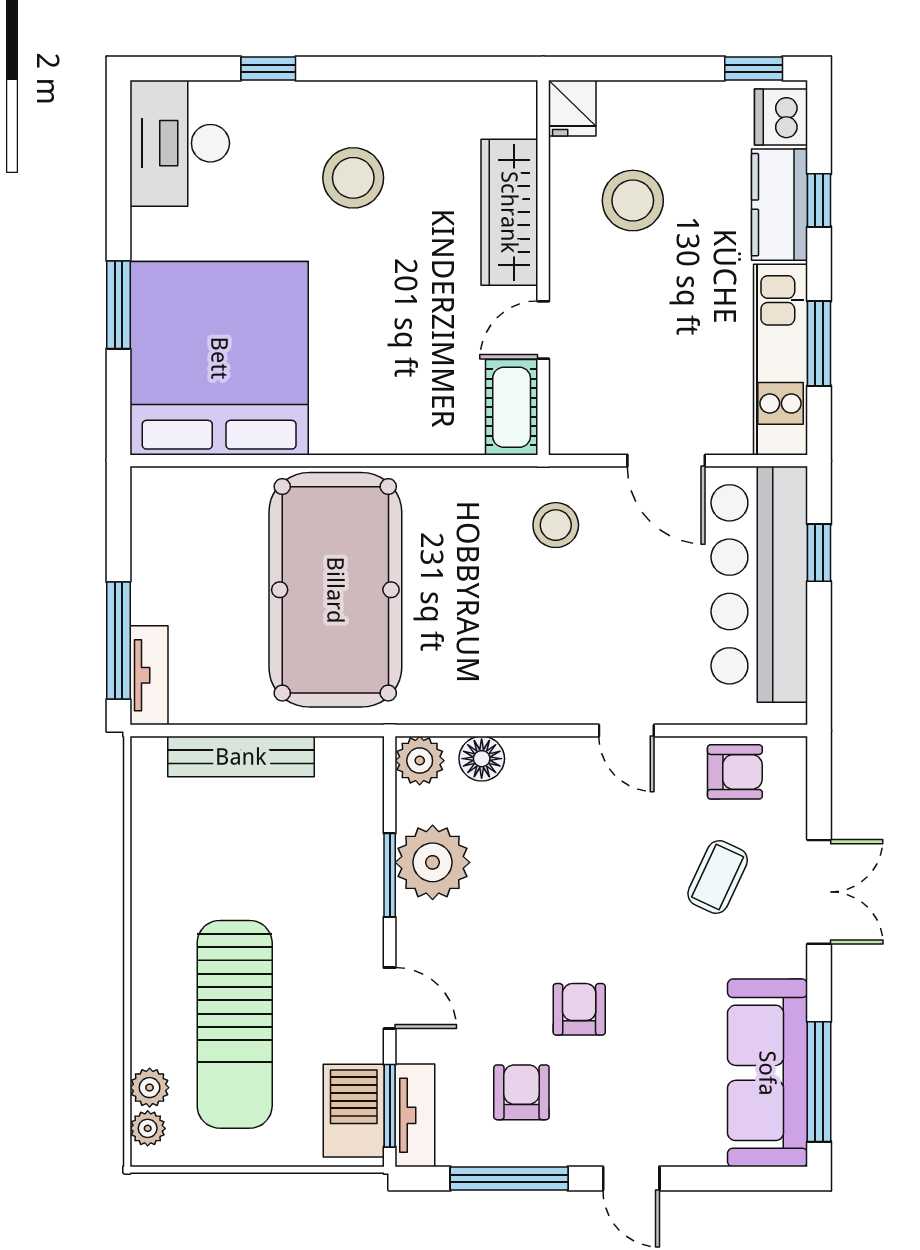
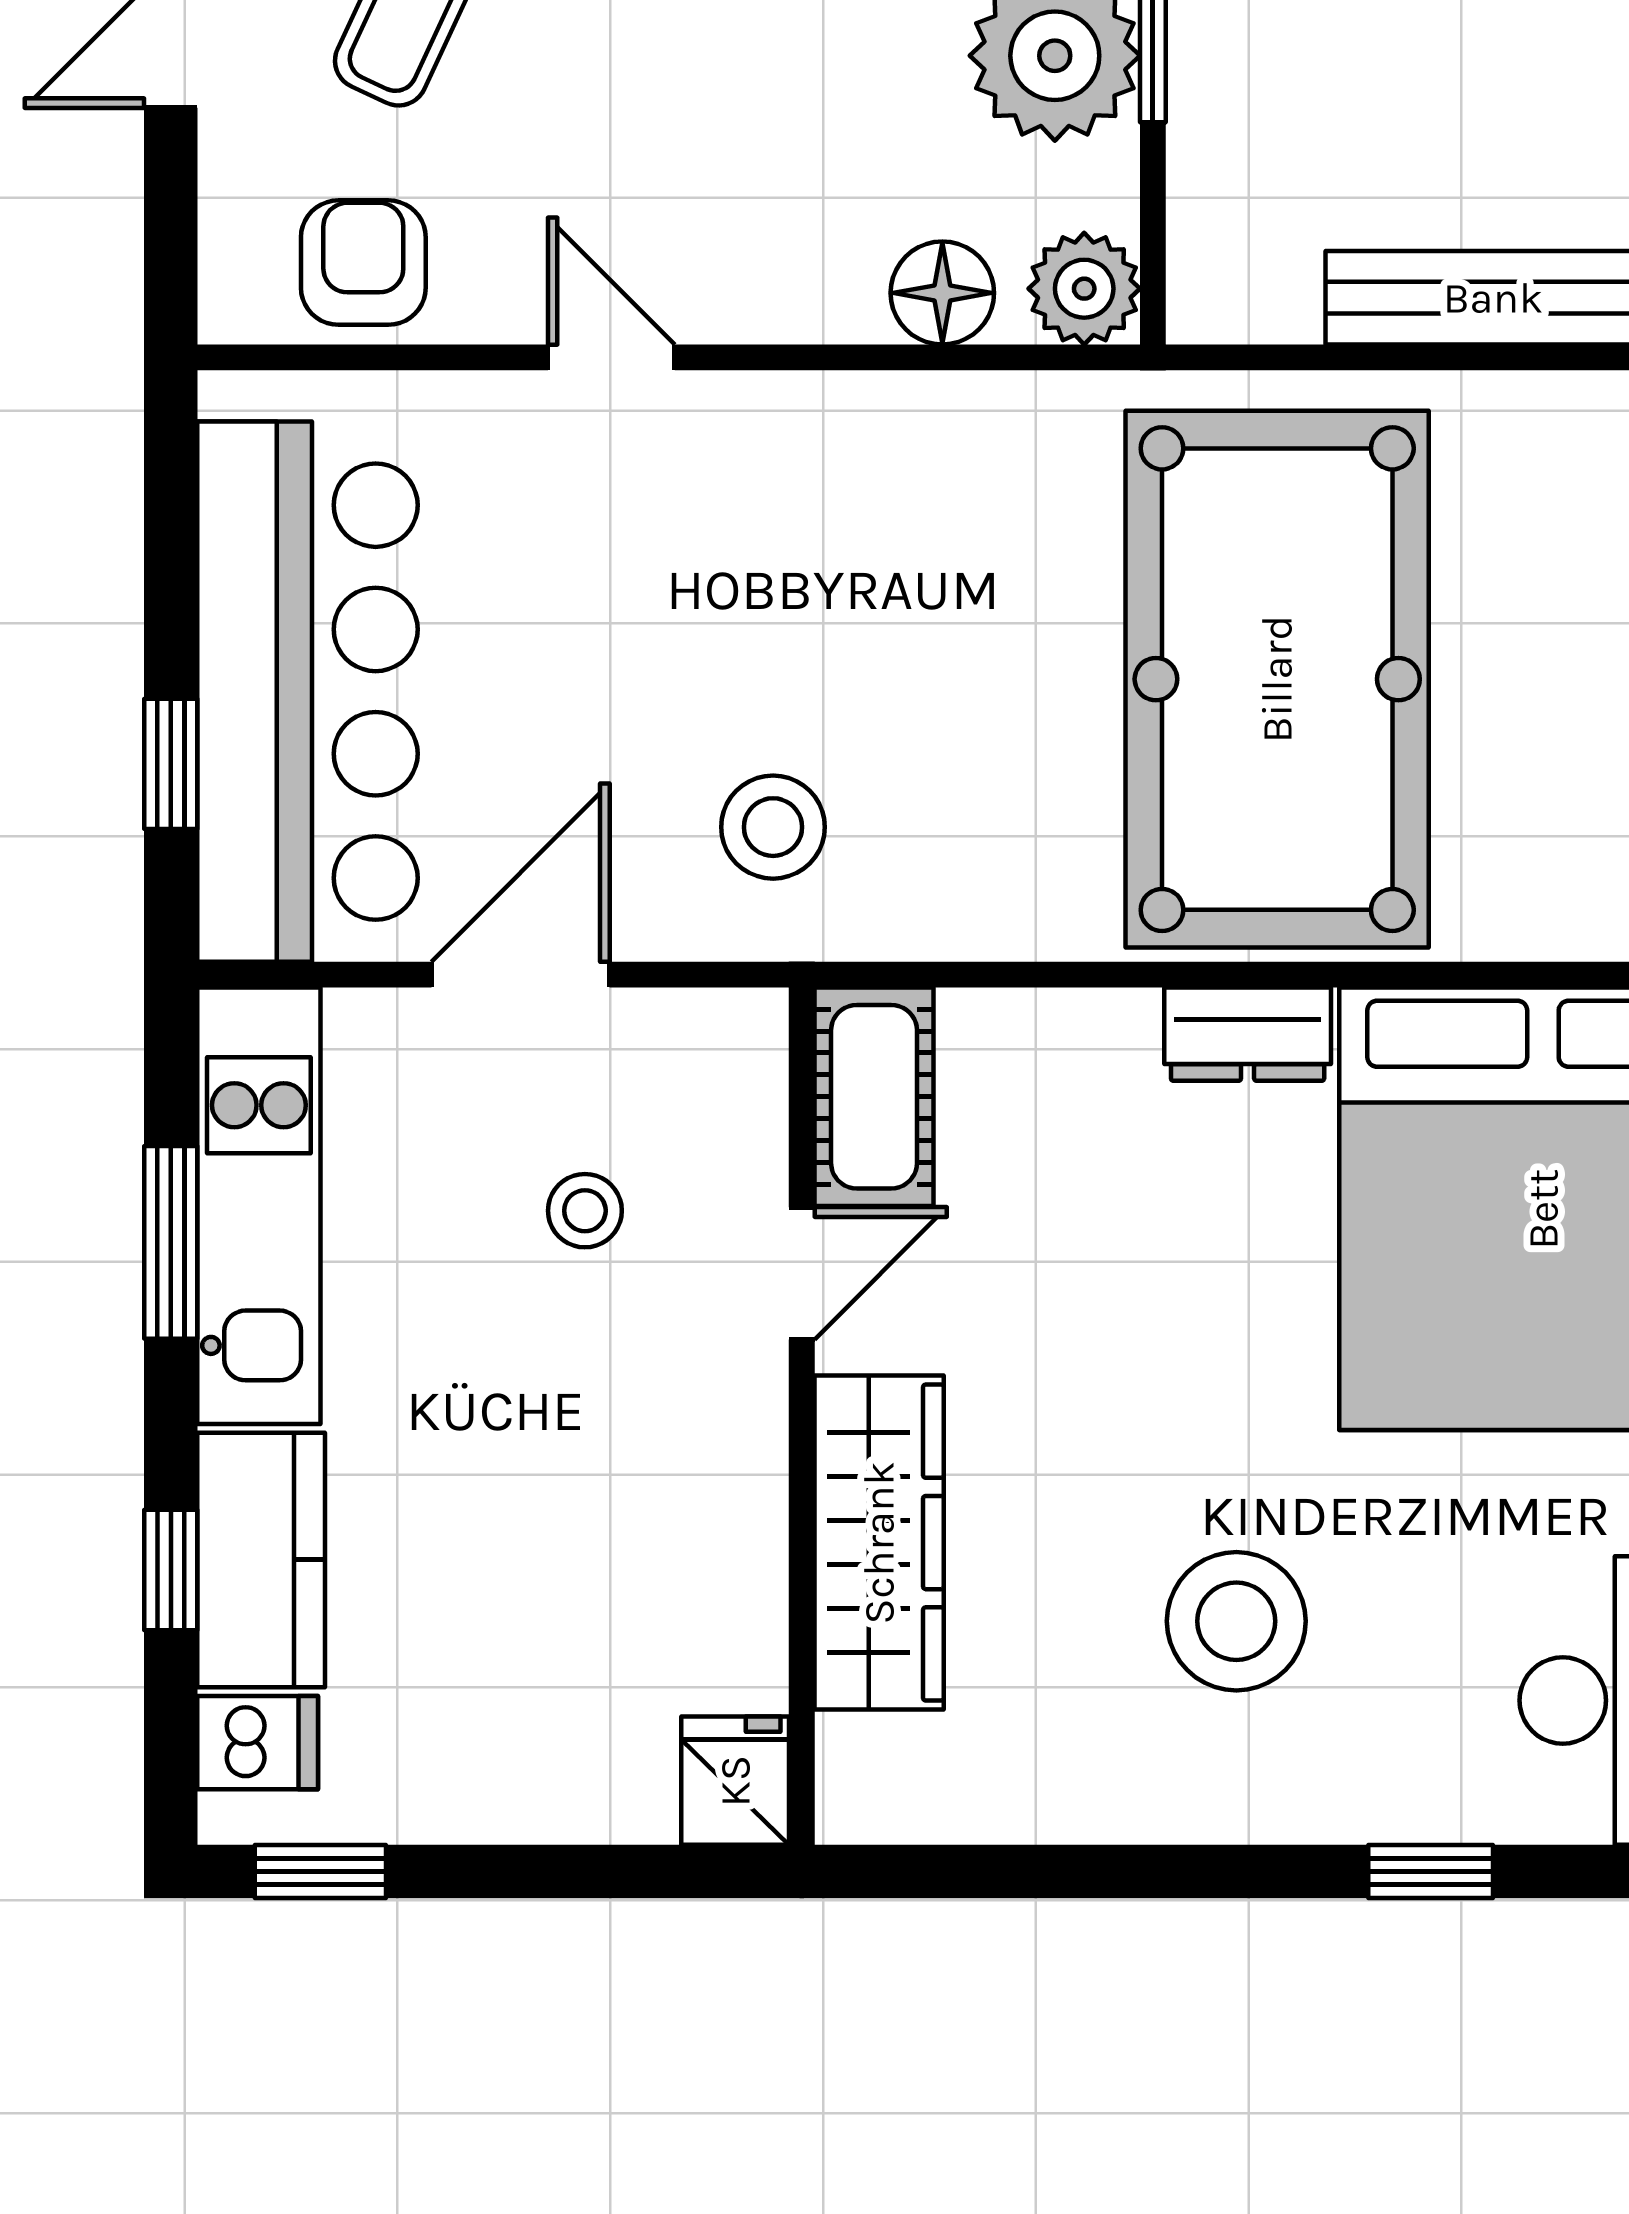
dishwasher: (781, 117) -> (258, 1743), width x0.73
stool: (633, 201) -> (585, 1211), moved, width x0.53, depth x0.53
dresser: (348, 435) -> (1248, 1034), added
door: (666, 461) -> (520, 975), hinge flipped
armchair: (735, 772) -> (363, 263), turned 90

